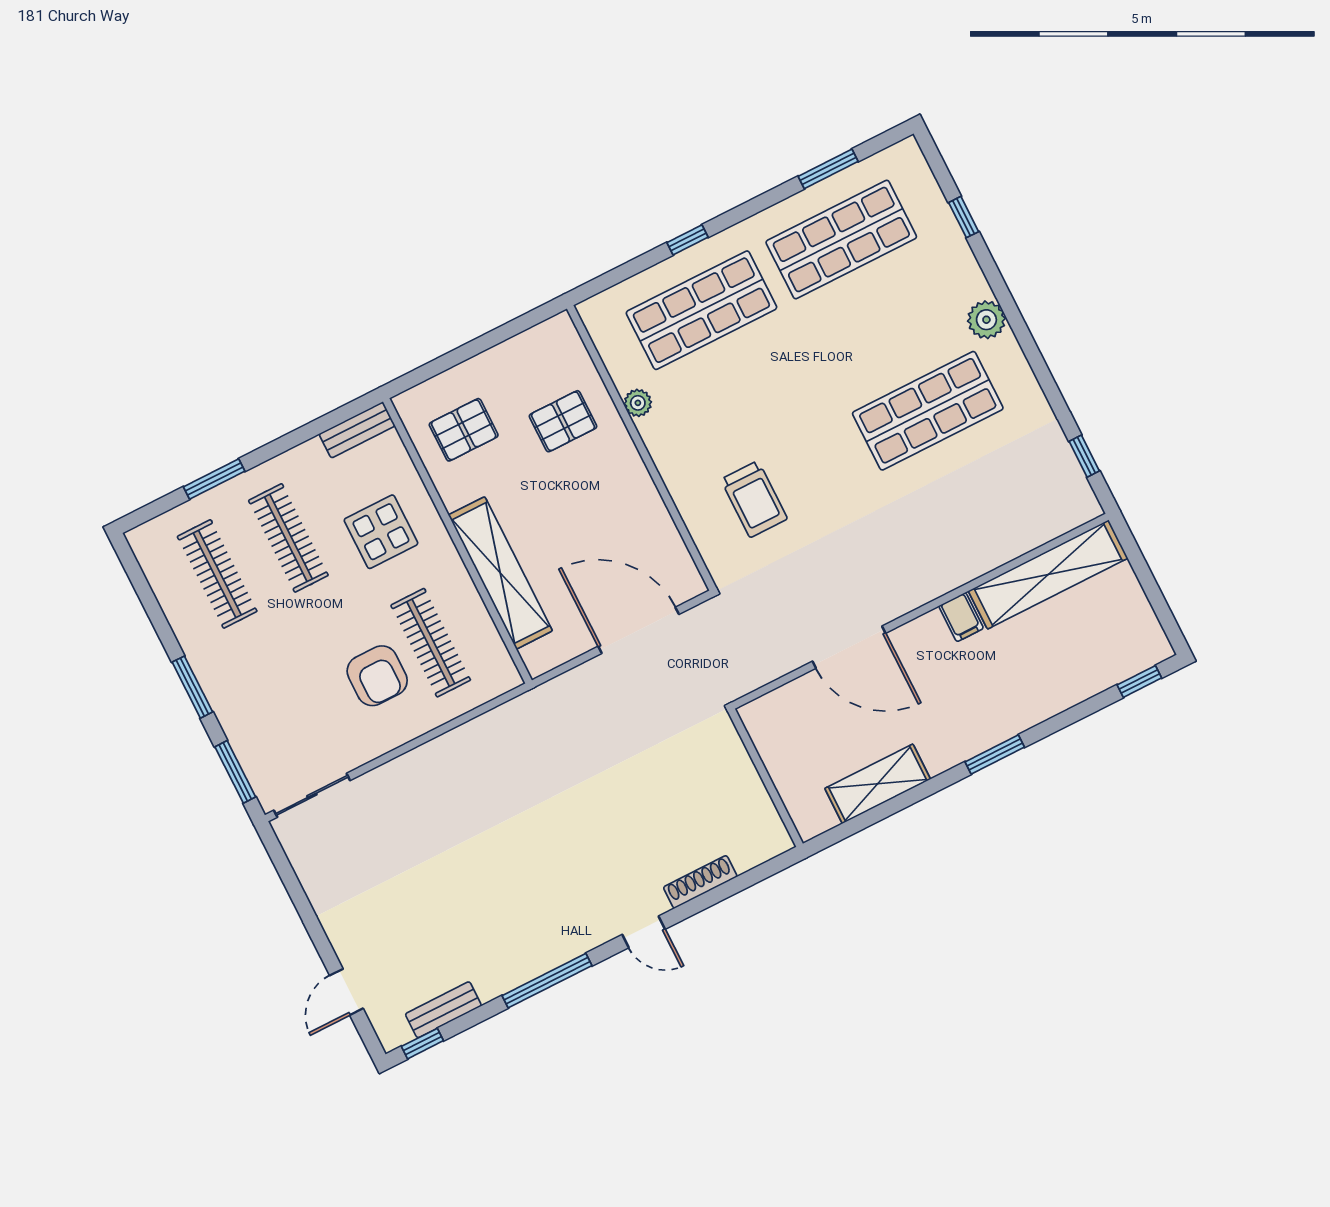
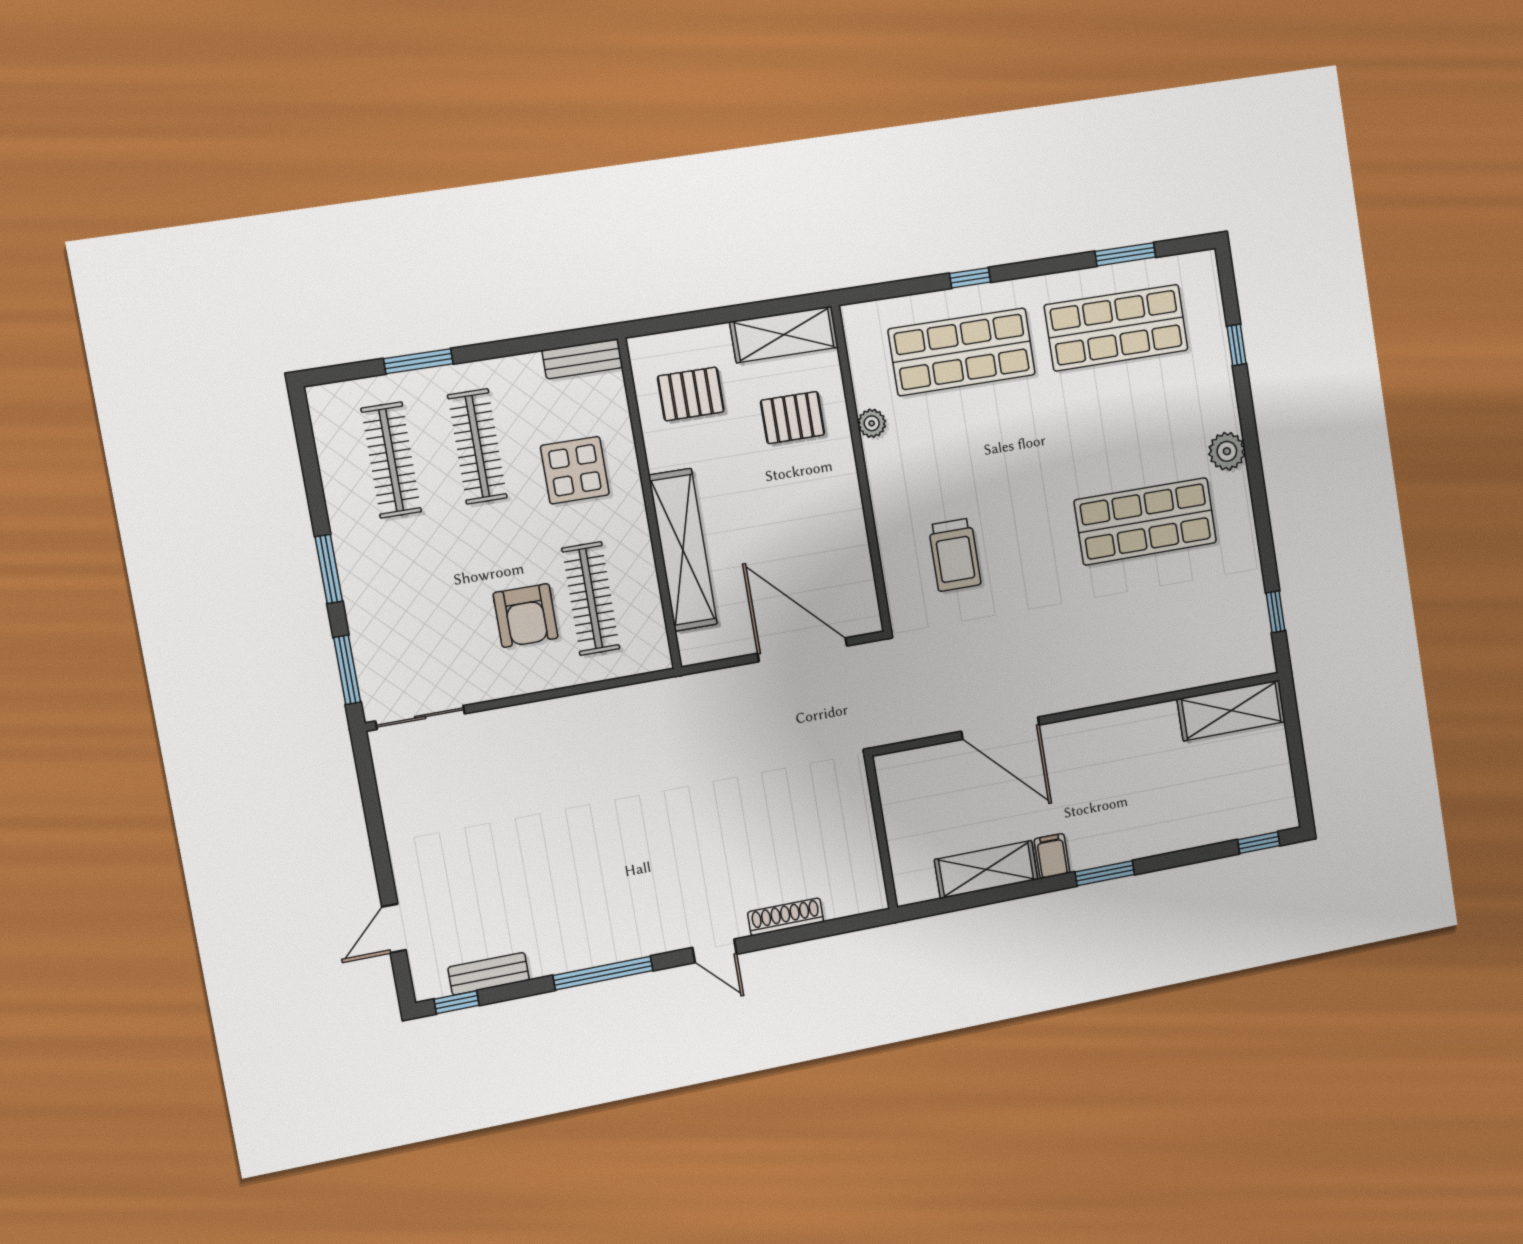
shelving: (532, 349) -> (784, 335), added
shelving: (1048, 575) -> (1231, 710), width x0.68
filing cabinet: (961, 617) -> (1052, 856), moved, turned 180

